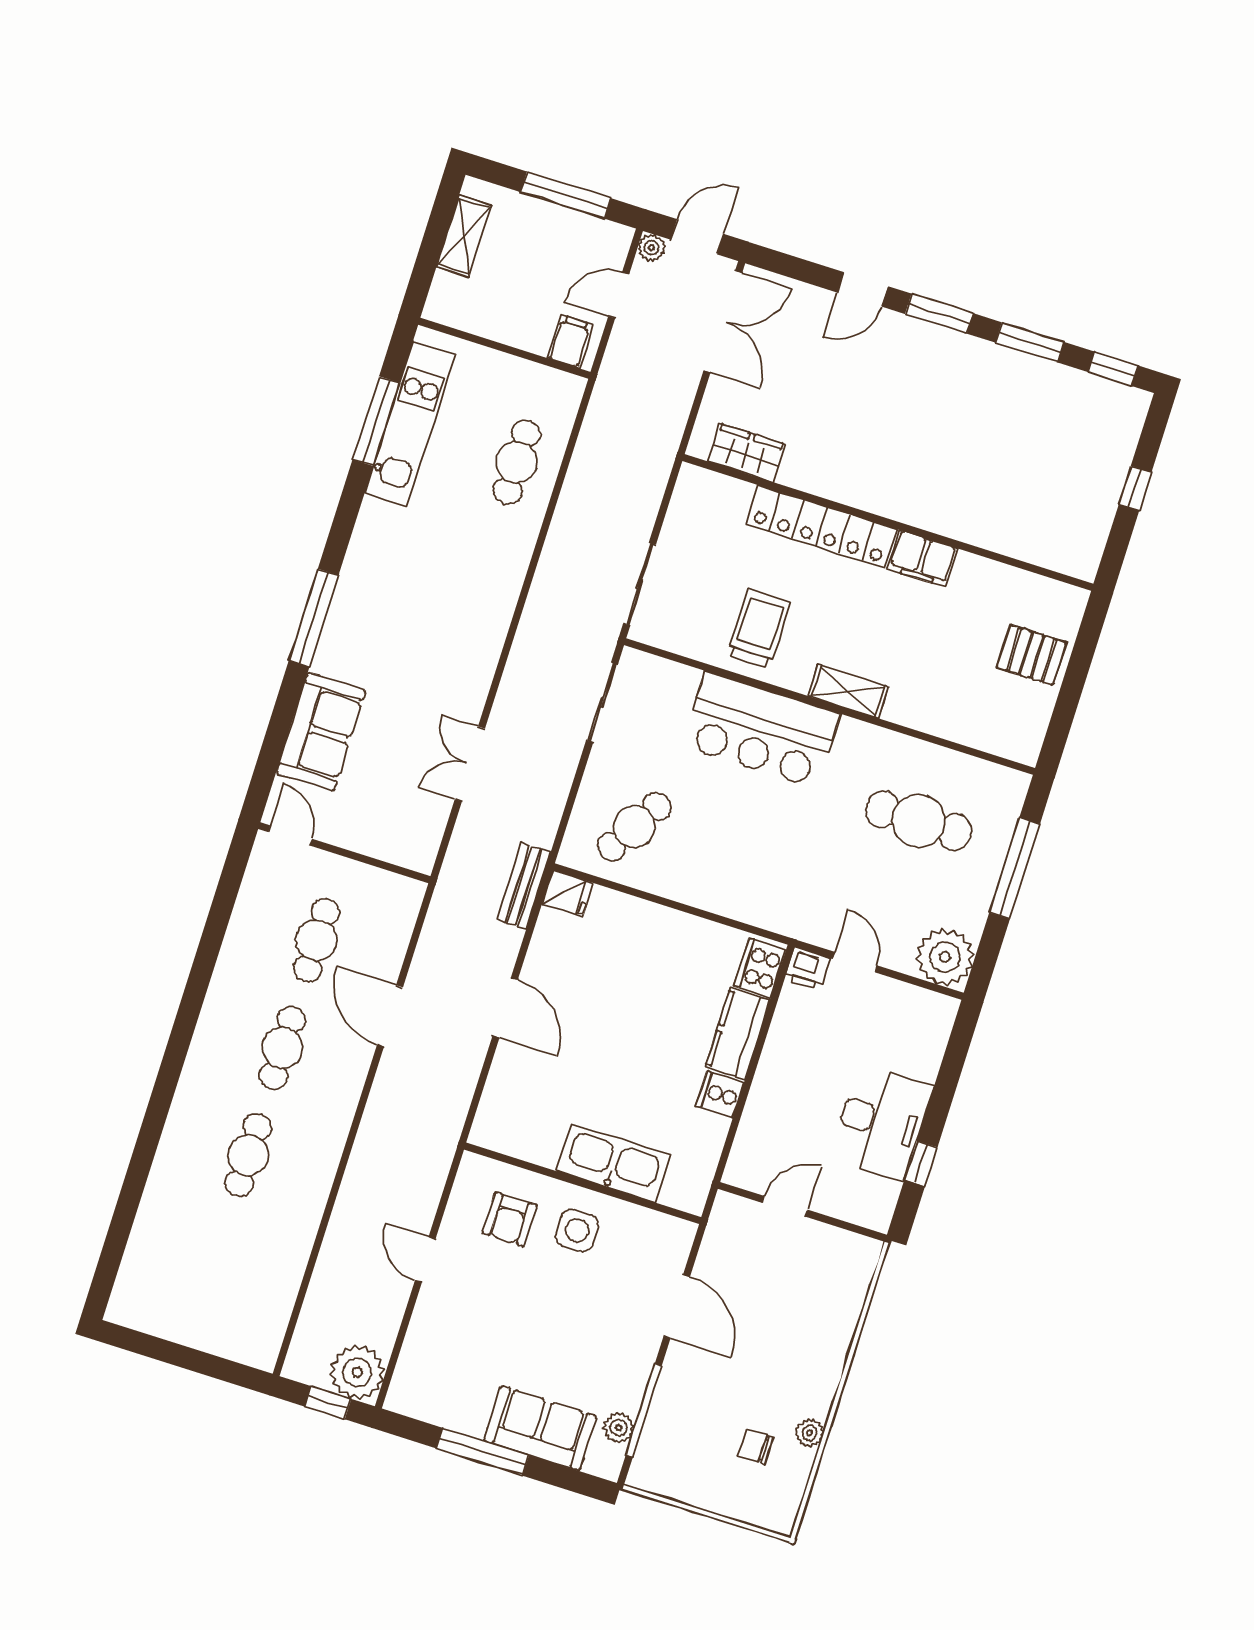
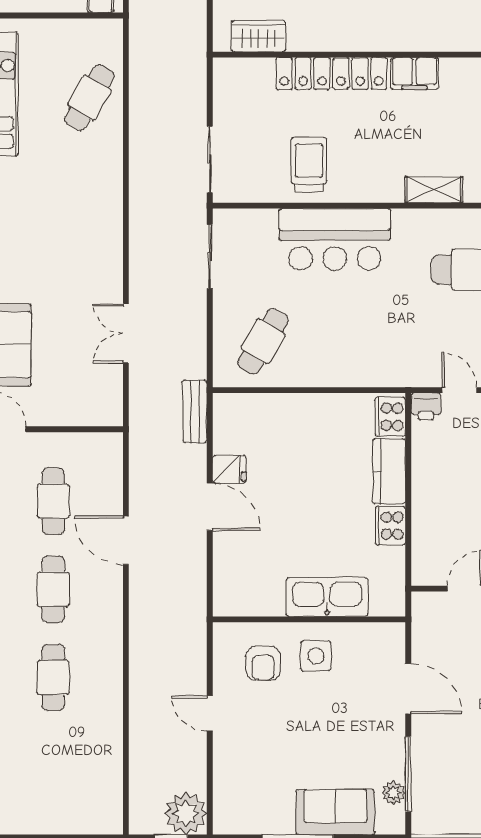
cafe table: (517, 462) -> (89, 98), turned 30
shelving: (848, 691) -> (434, 190), moved
fridge: (568, 893) -> (229, 469), moved
cooker: (720, 1094) -> (390, 526), width x1.36

